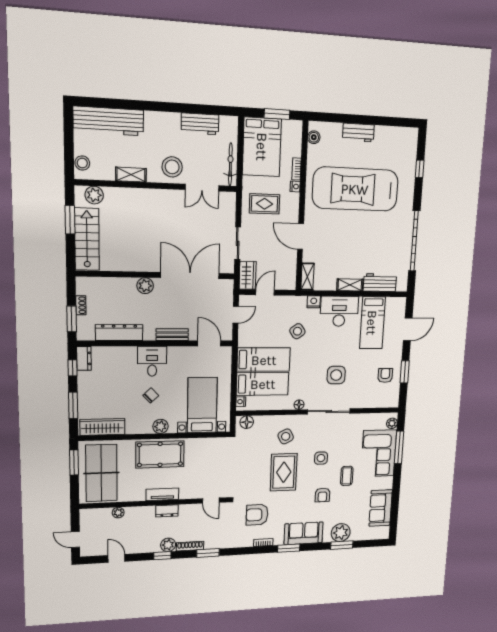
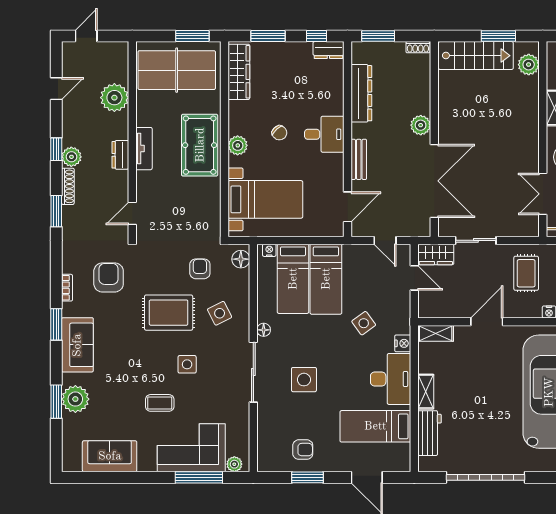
shoe rack: (81, 305) -> (418, 47), moved
armchair: (322, 495) -> (200, 269), moved, turned 90
plant: (118, 513) -> (114, 98), width x1.88, depth x1.88

